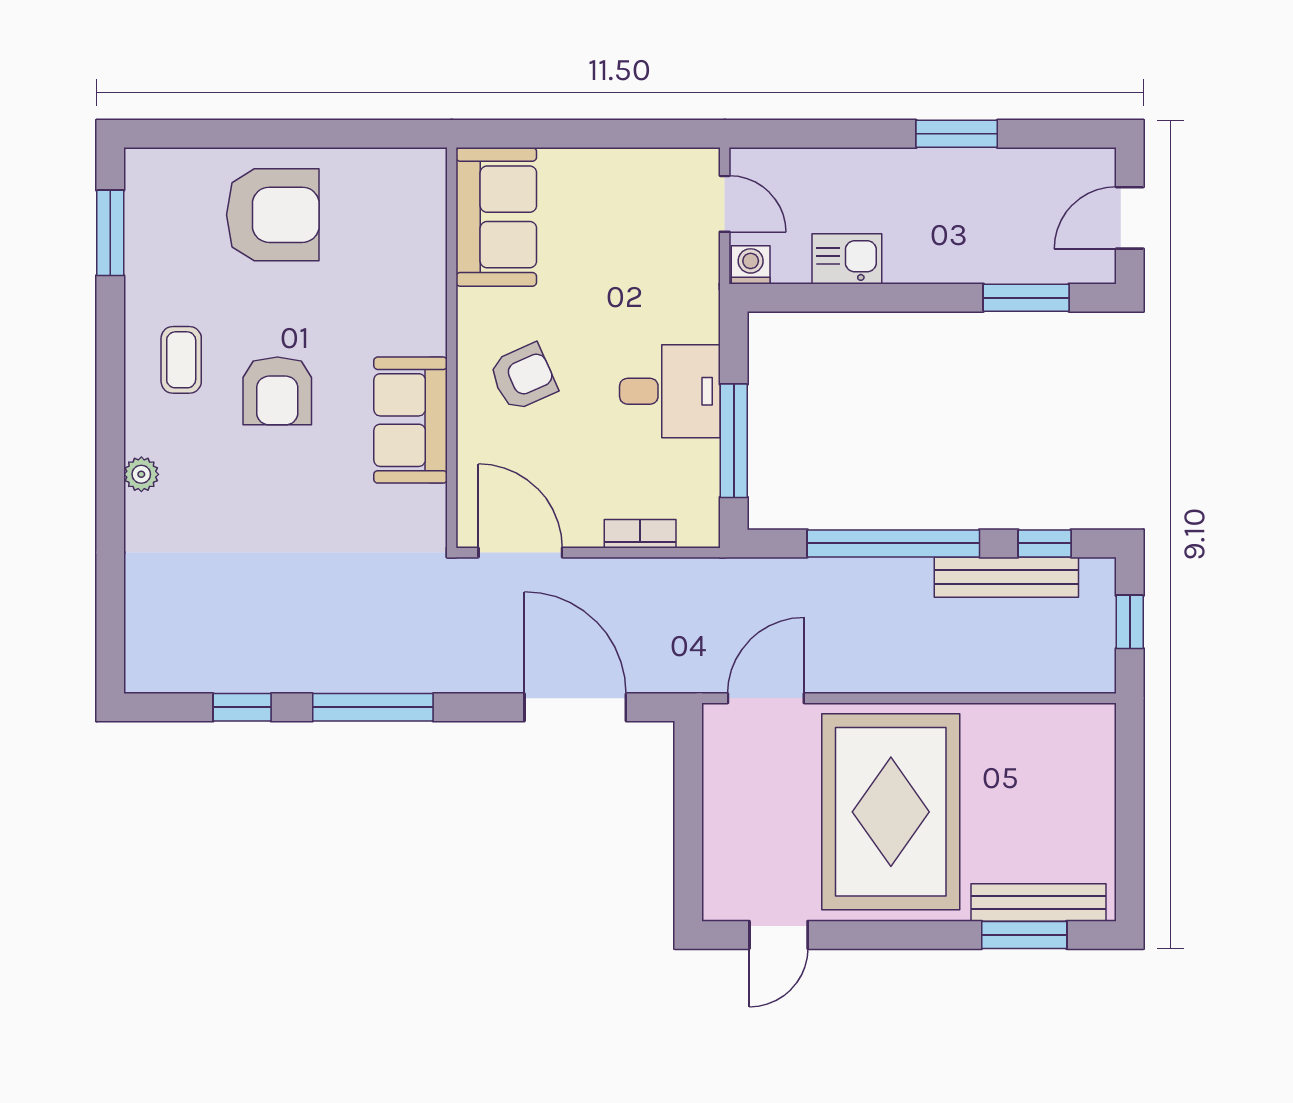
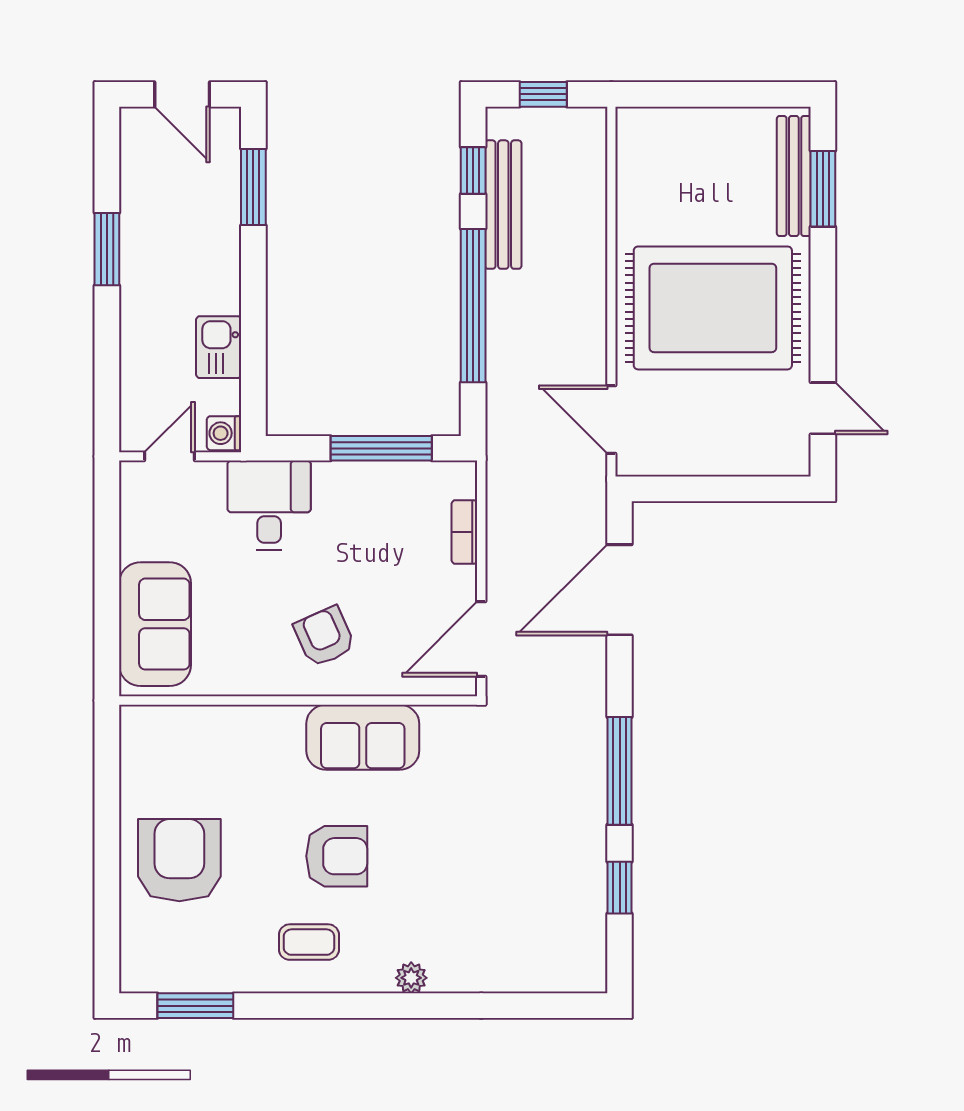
sofa: (496, 217) -> (155, 624), moved, turned 90
desk: (670, 391) -> (269, 505), moved

